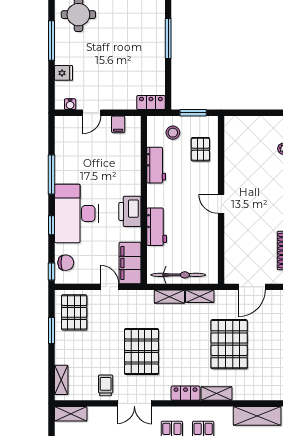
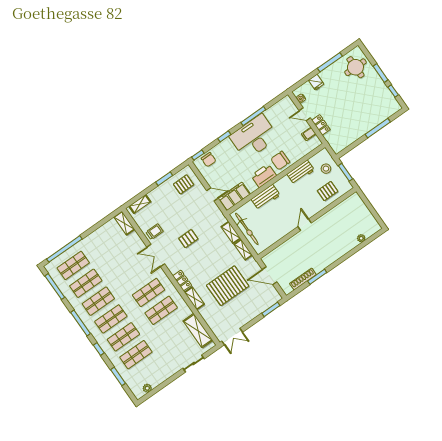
locker: (151, 103) -> (321, 125), moved
chair: (126, 180) -> (280, 161), added
desk: (76, 213) -> (254, 137), moved
door: (110, 287) -> (212, 194), hinge flipped
pallet: (74, 312) -> (184, 184), width x0.67, depth x0.71
pallet: (142, 351) -> (188, 239), width x0.49, depth x0.50

